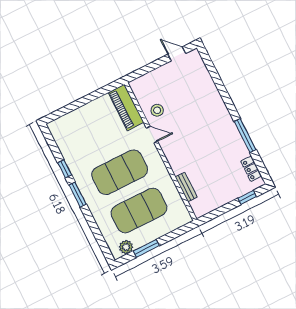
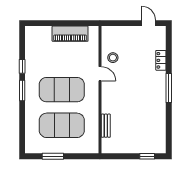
piano: (126, 107) -> (70, 34), moved, turned -90
window: (245, 136) -> (169, 88), moved
locker: (251, 169) -> (161, 60), moved
plant: (126, 247) -> (39, 148), removed

